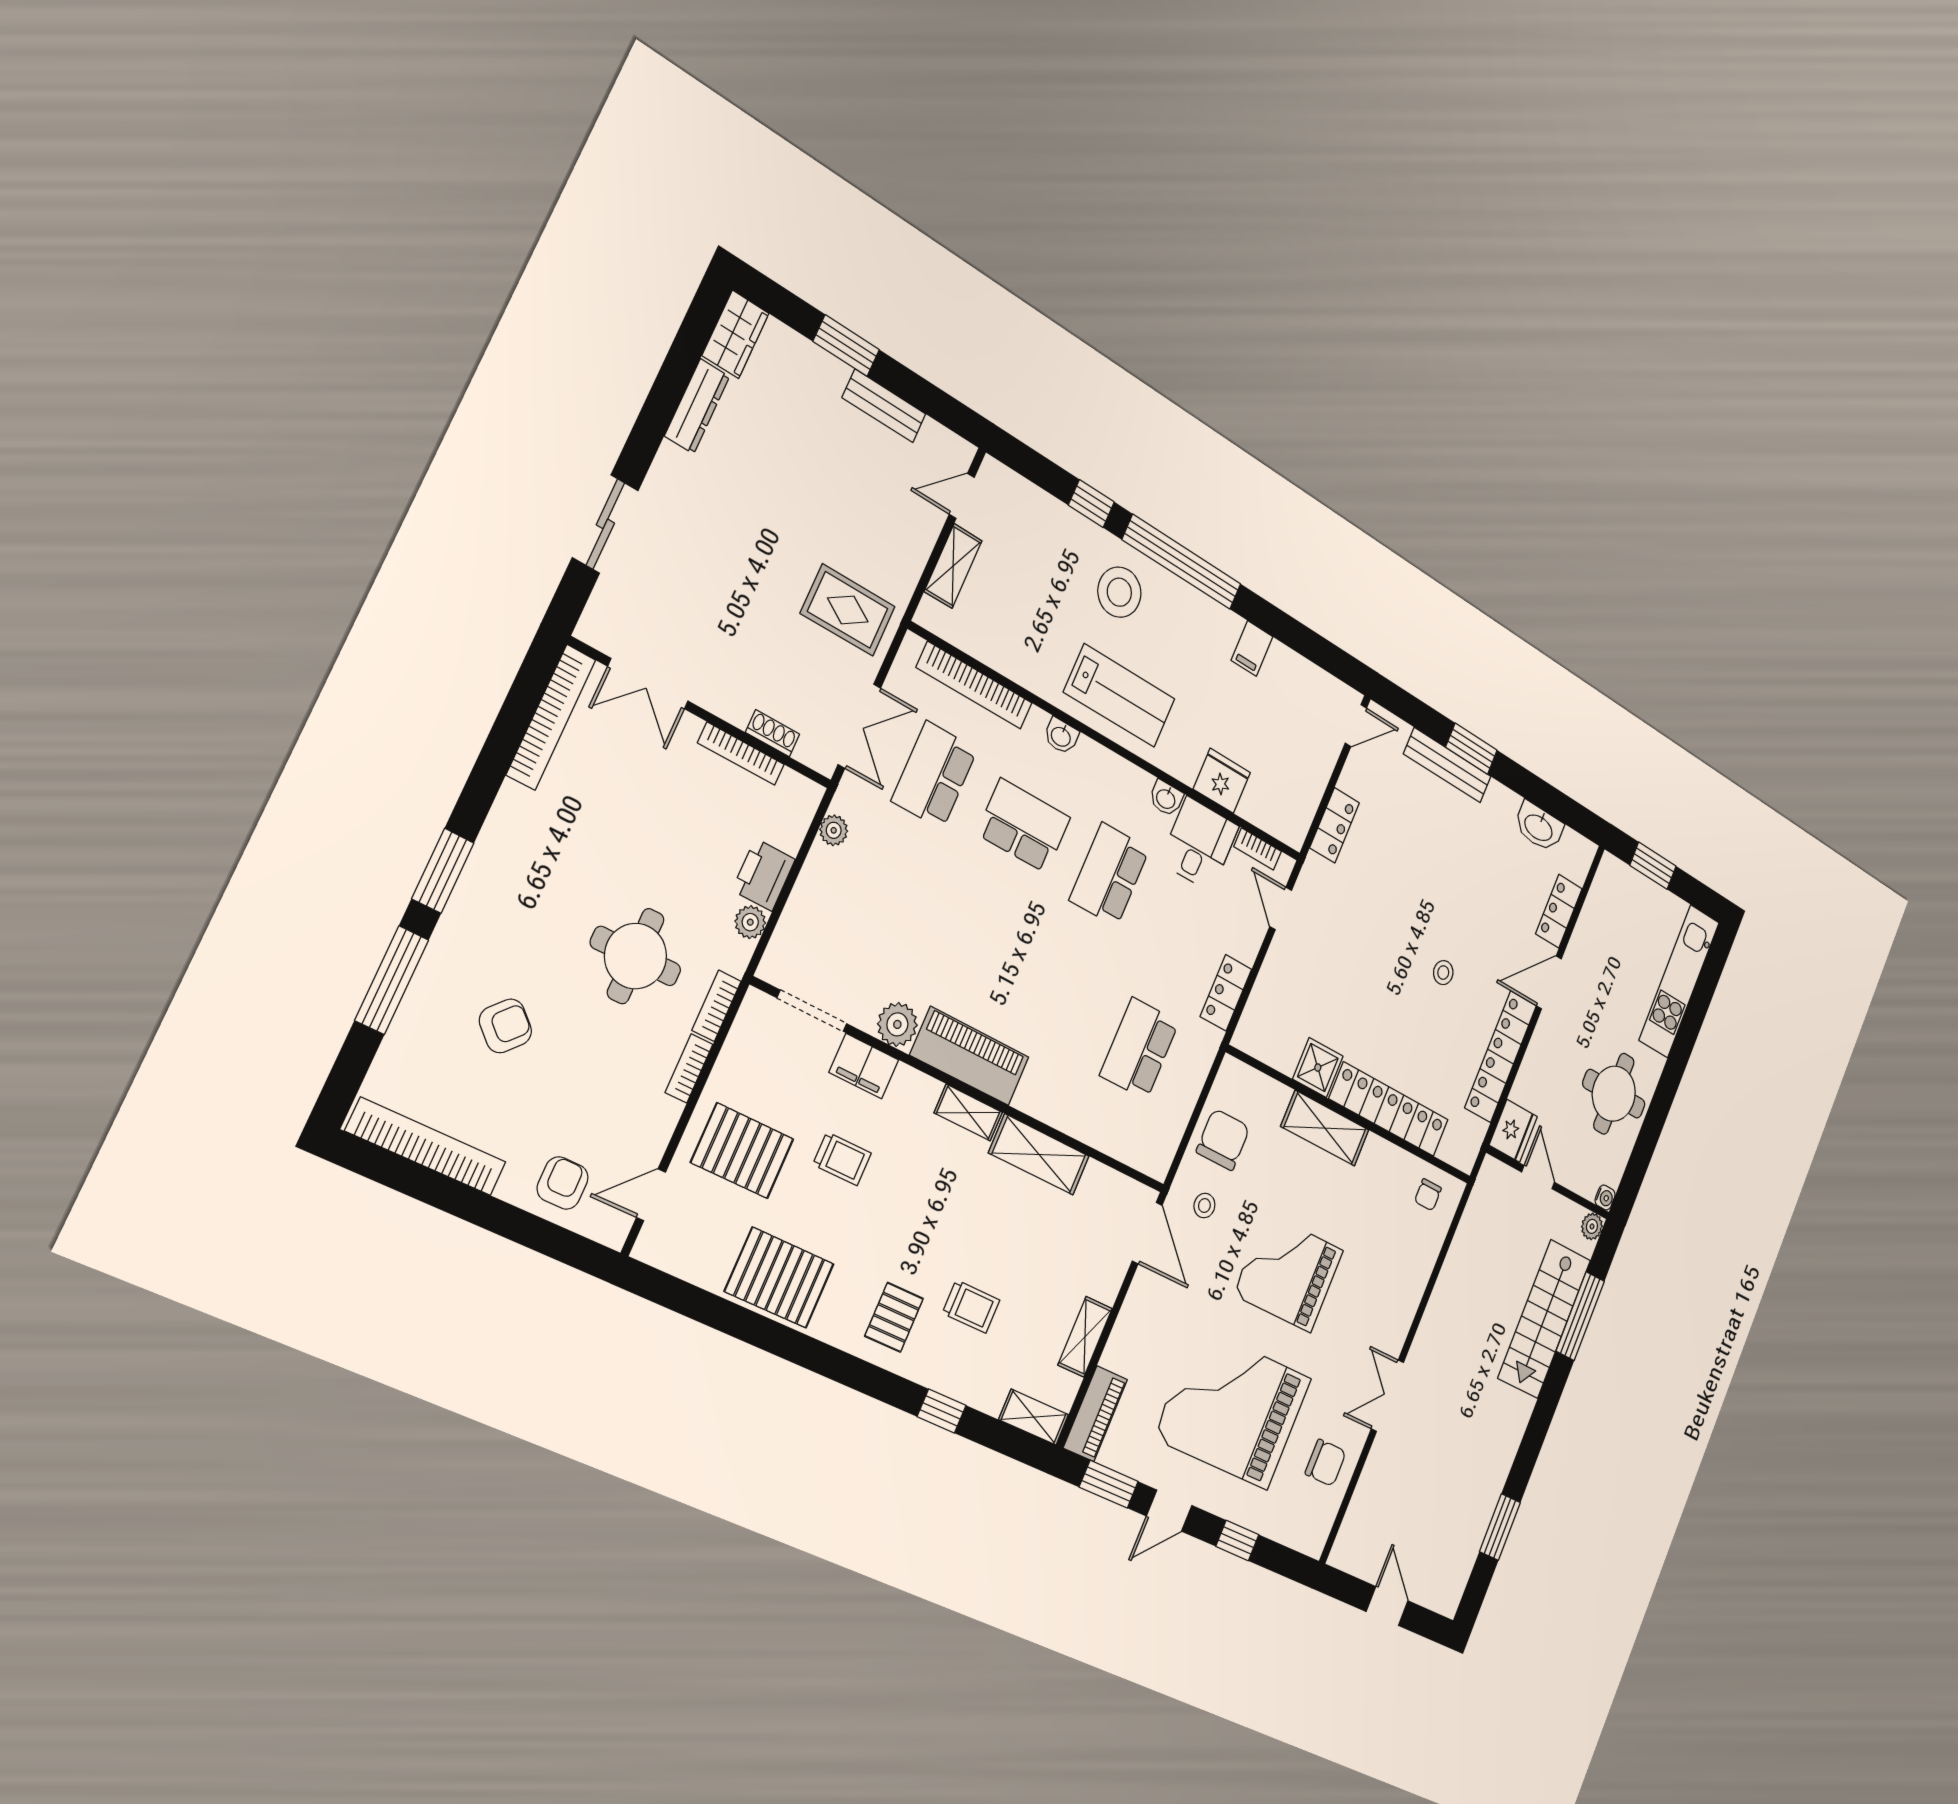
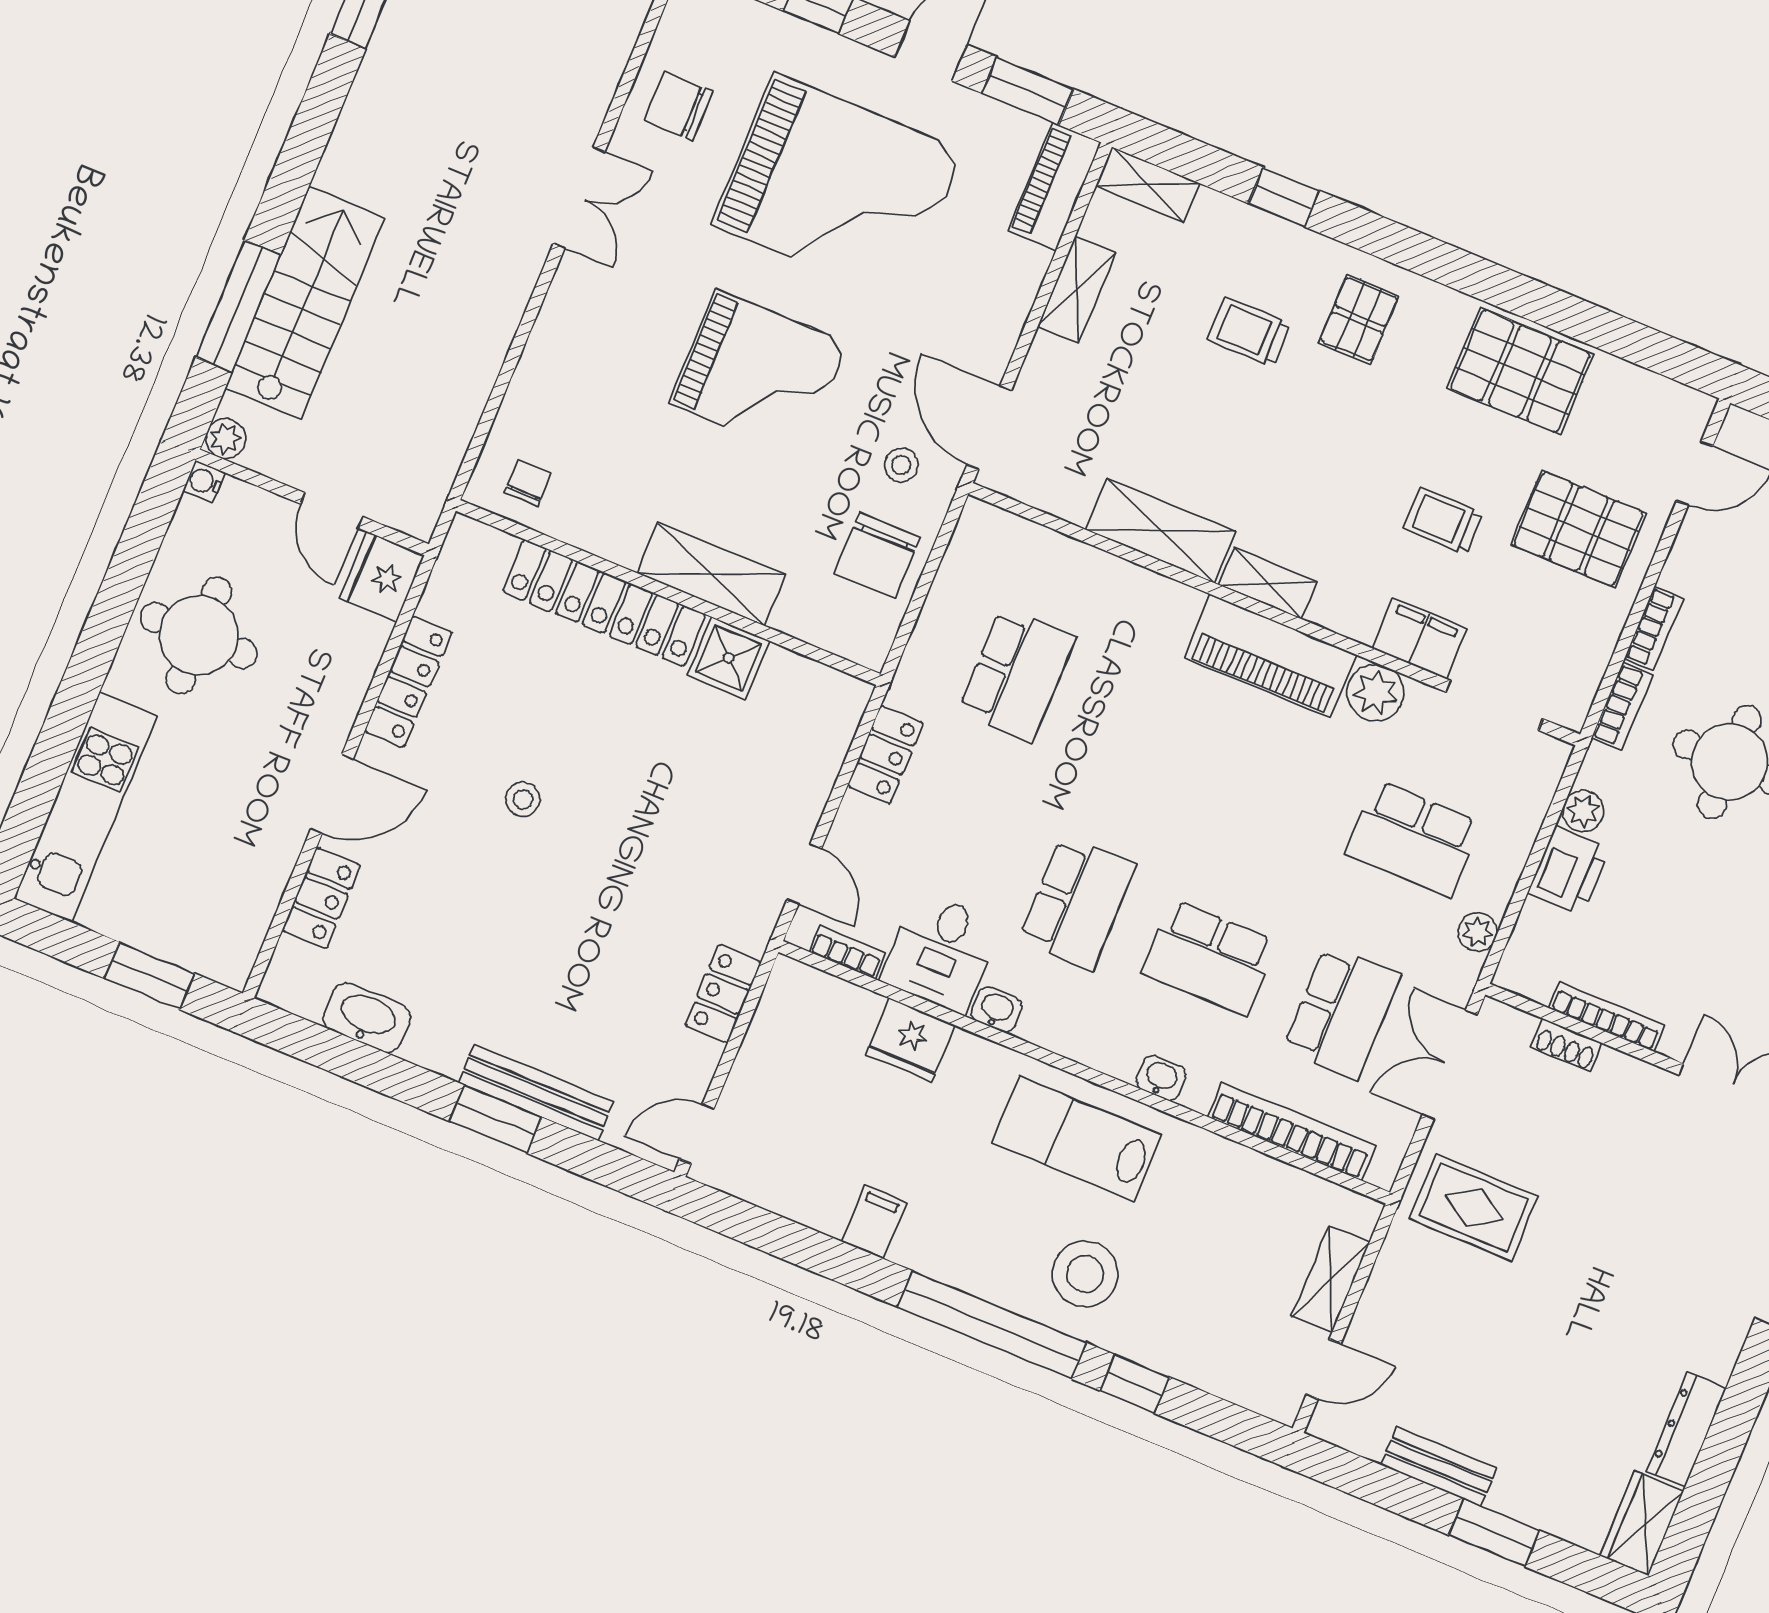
school desk: (876, 908) -> (1414, 839), added
locker: (1501, 1057) -> (408, 682), width x0.71, depth x0.83

